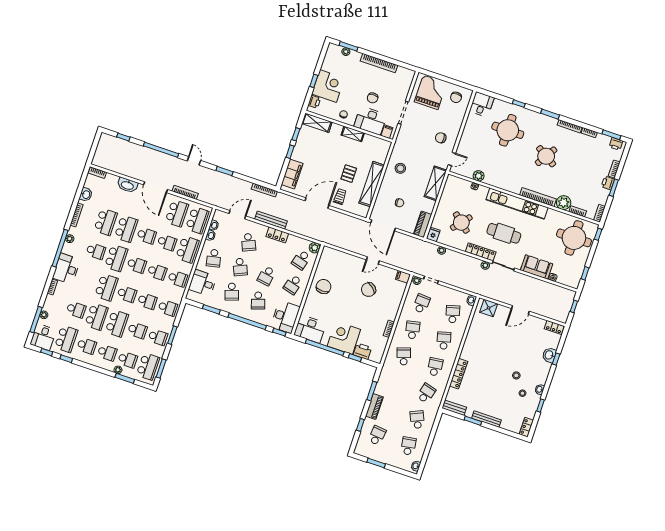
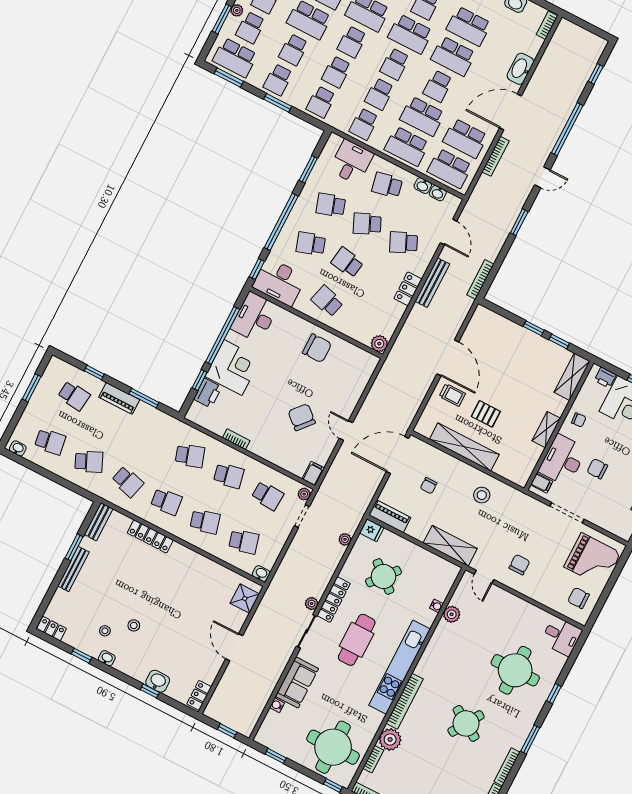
filing cabinet: (292, 174) -> (498, 326), removed
school desk: (167, 242) -> (422, 116), width x1.85
school desk: (301, 260) -> (364, 320), removed

